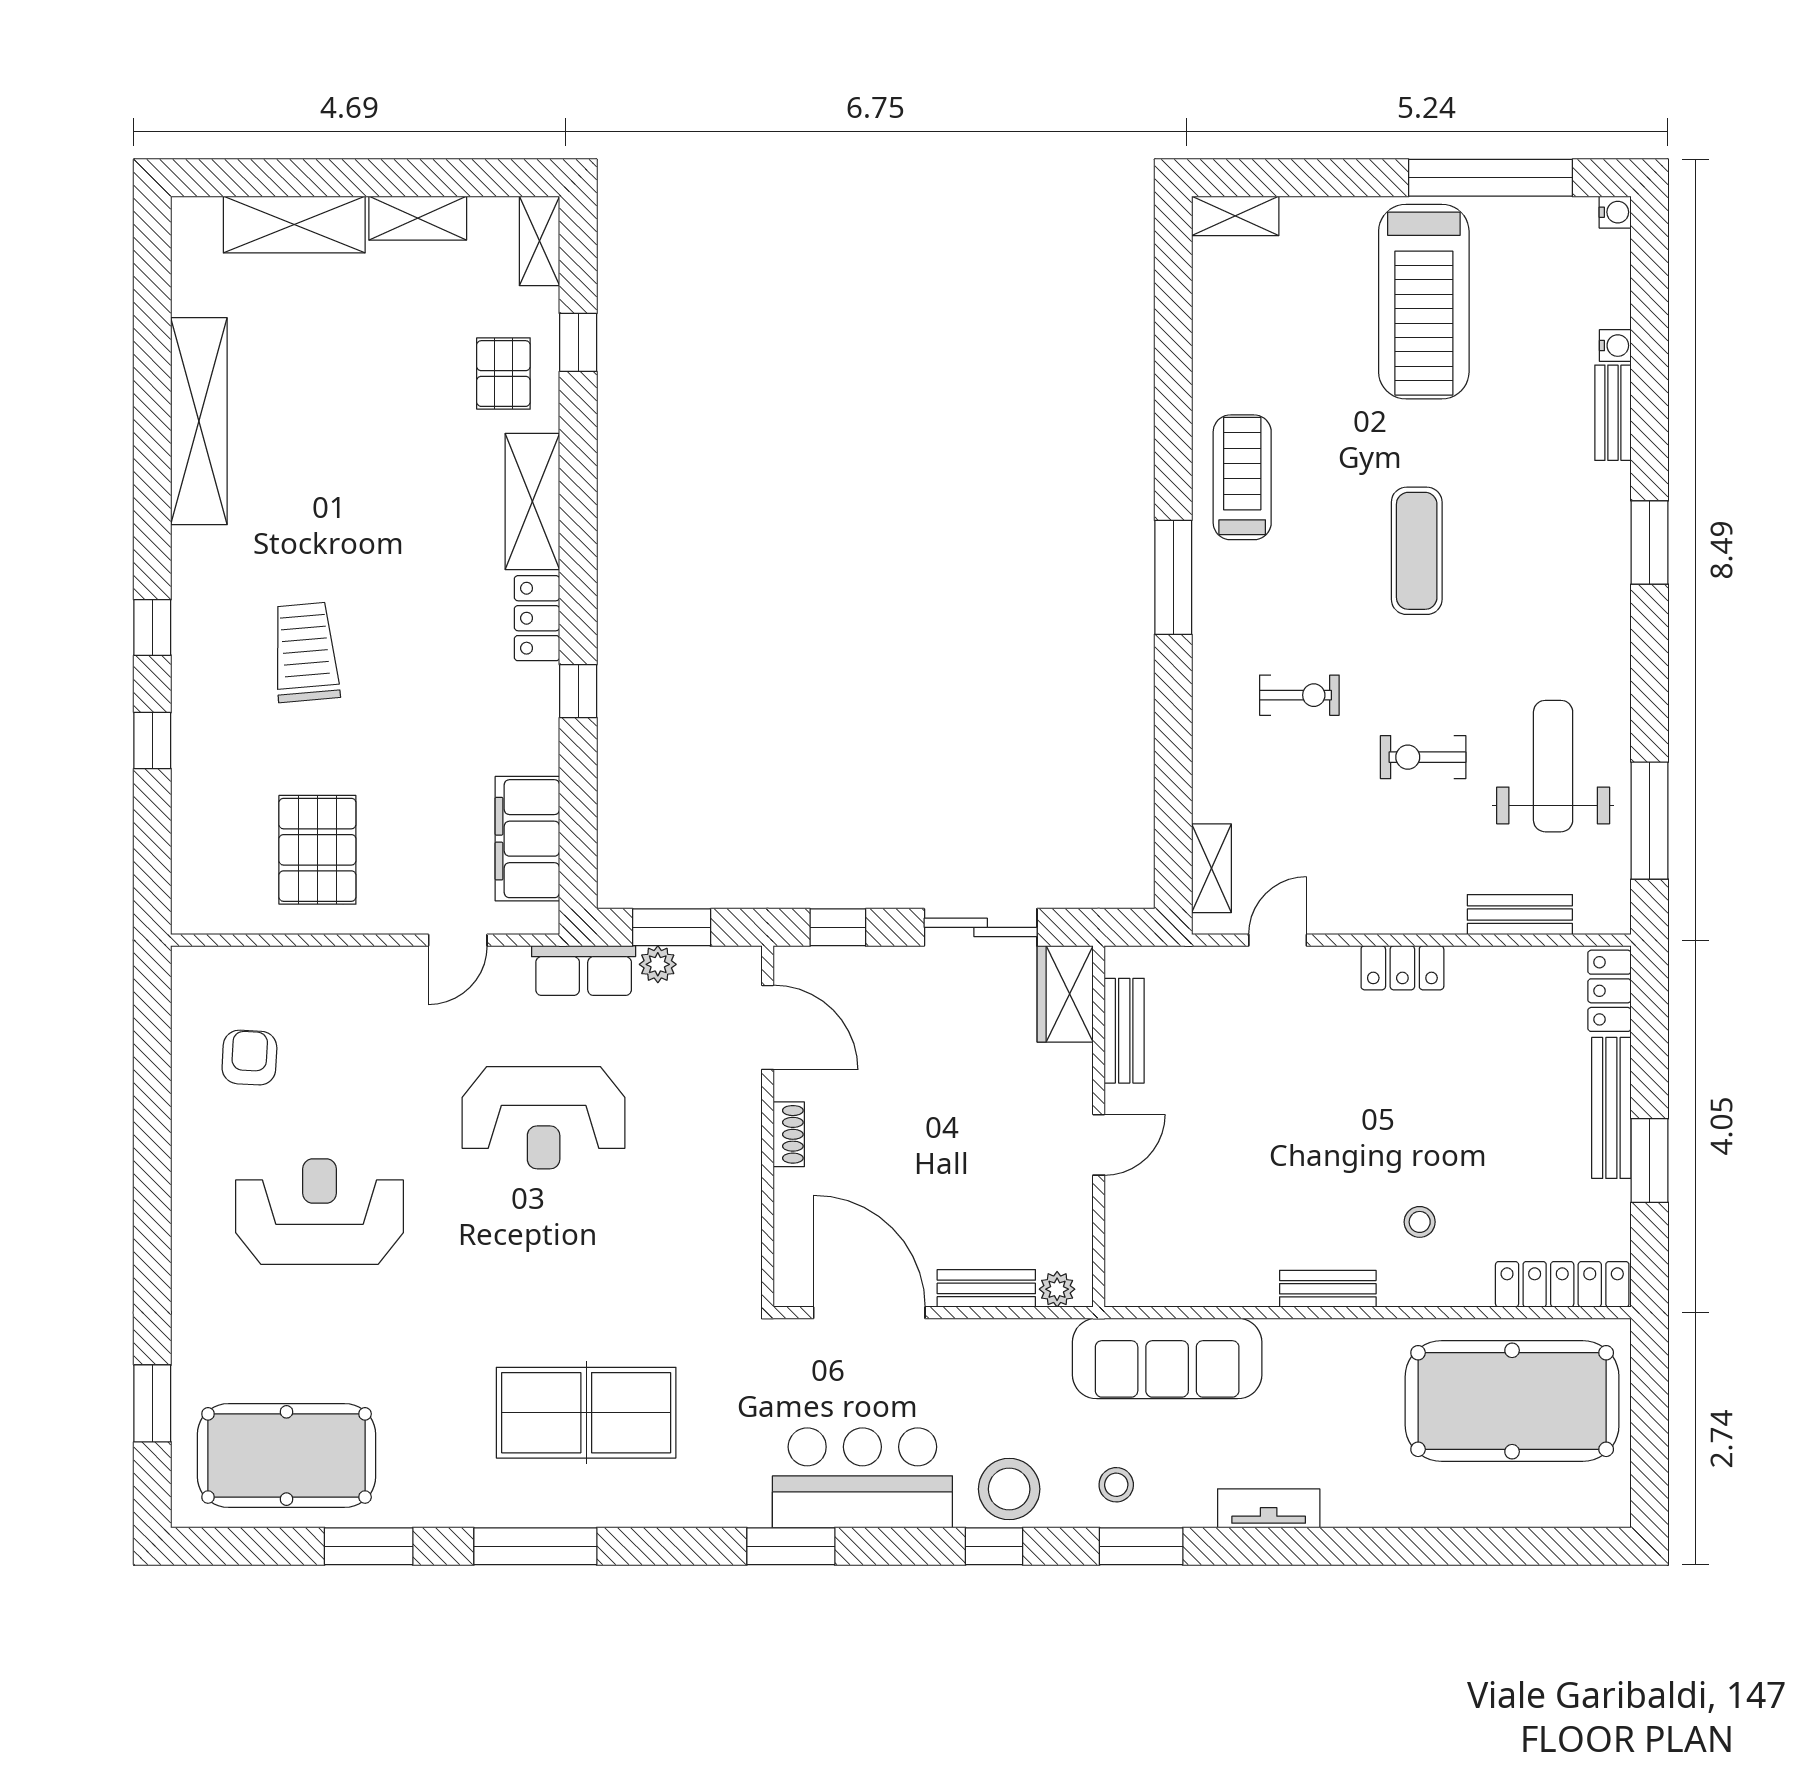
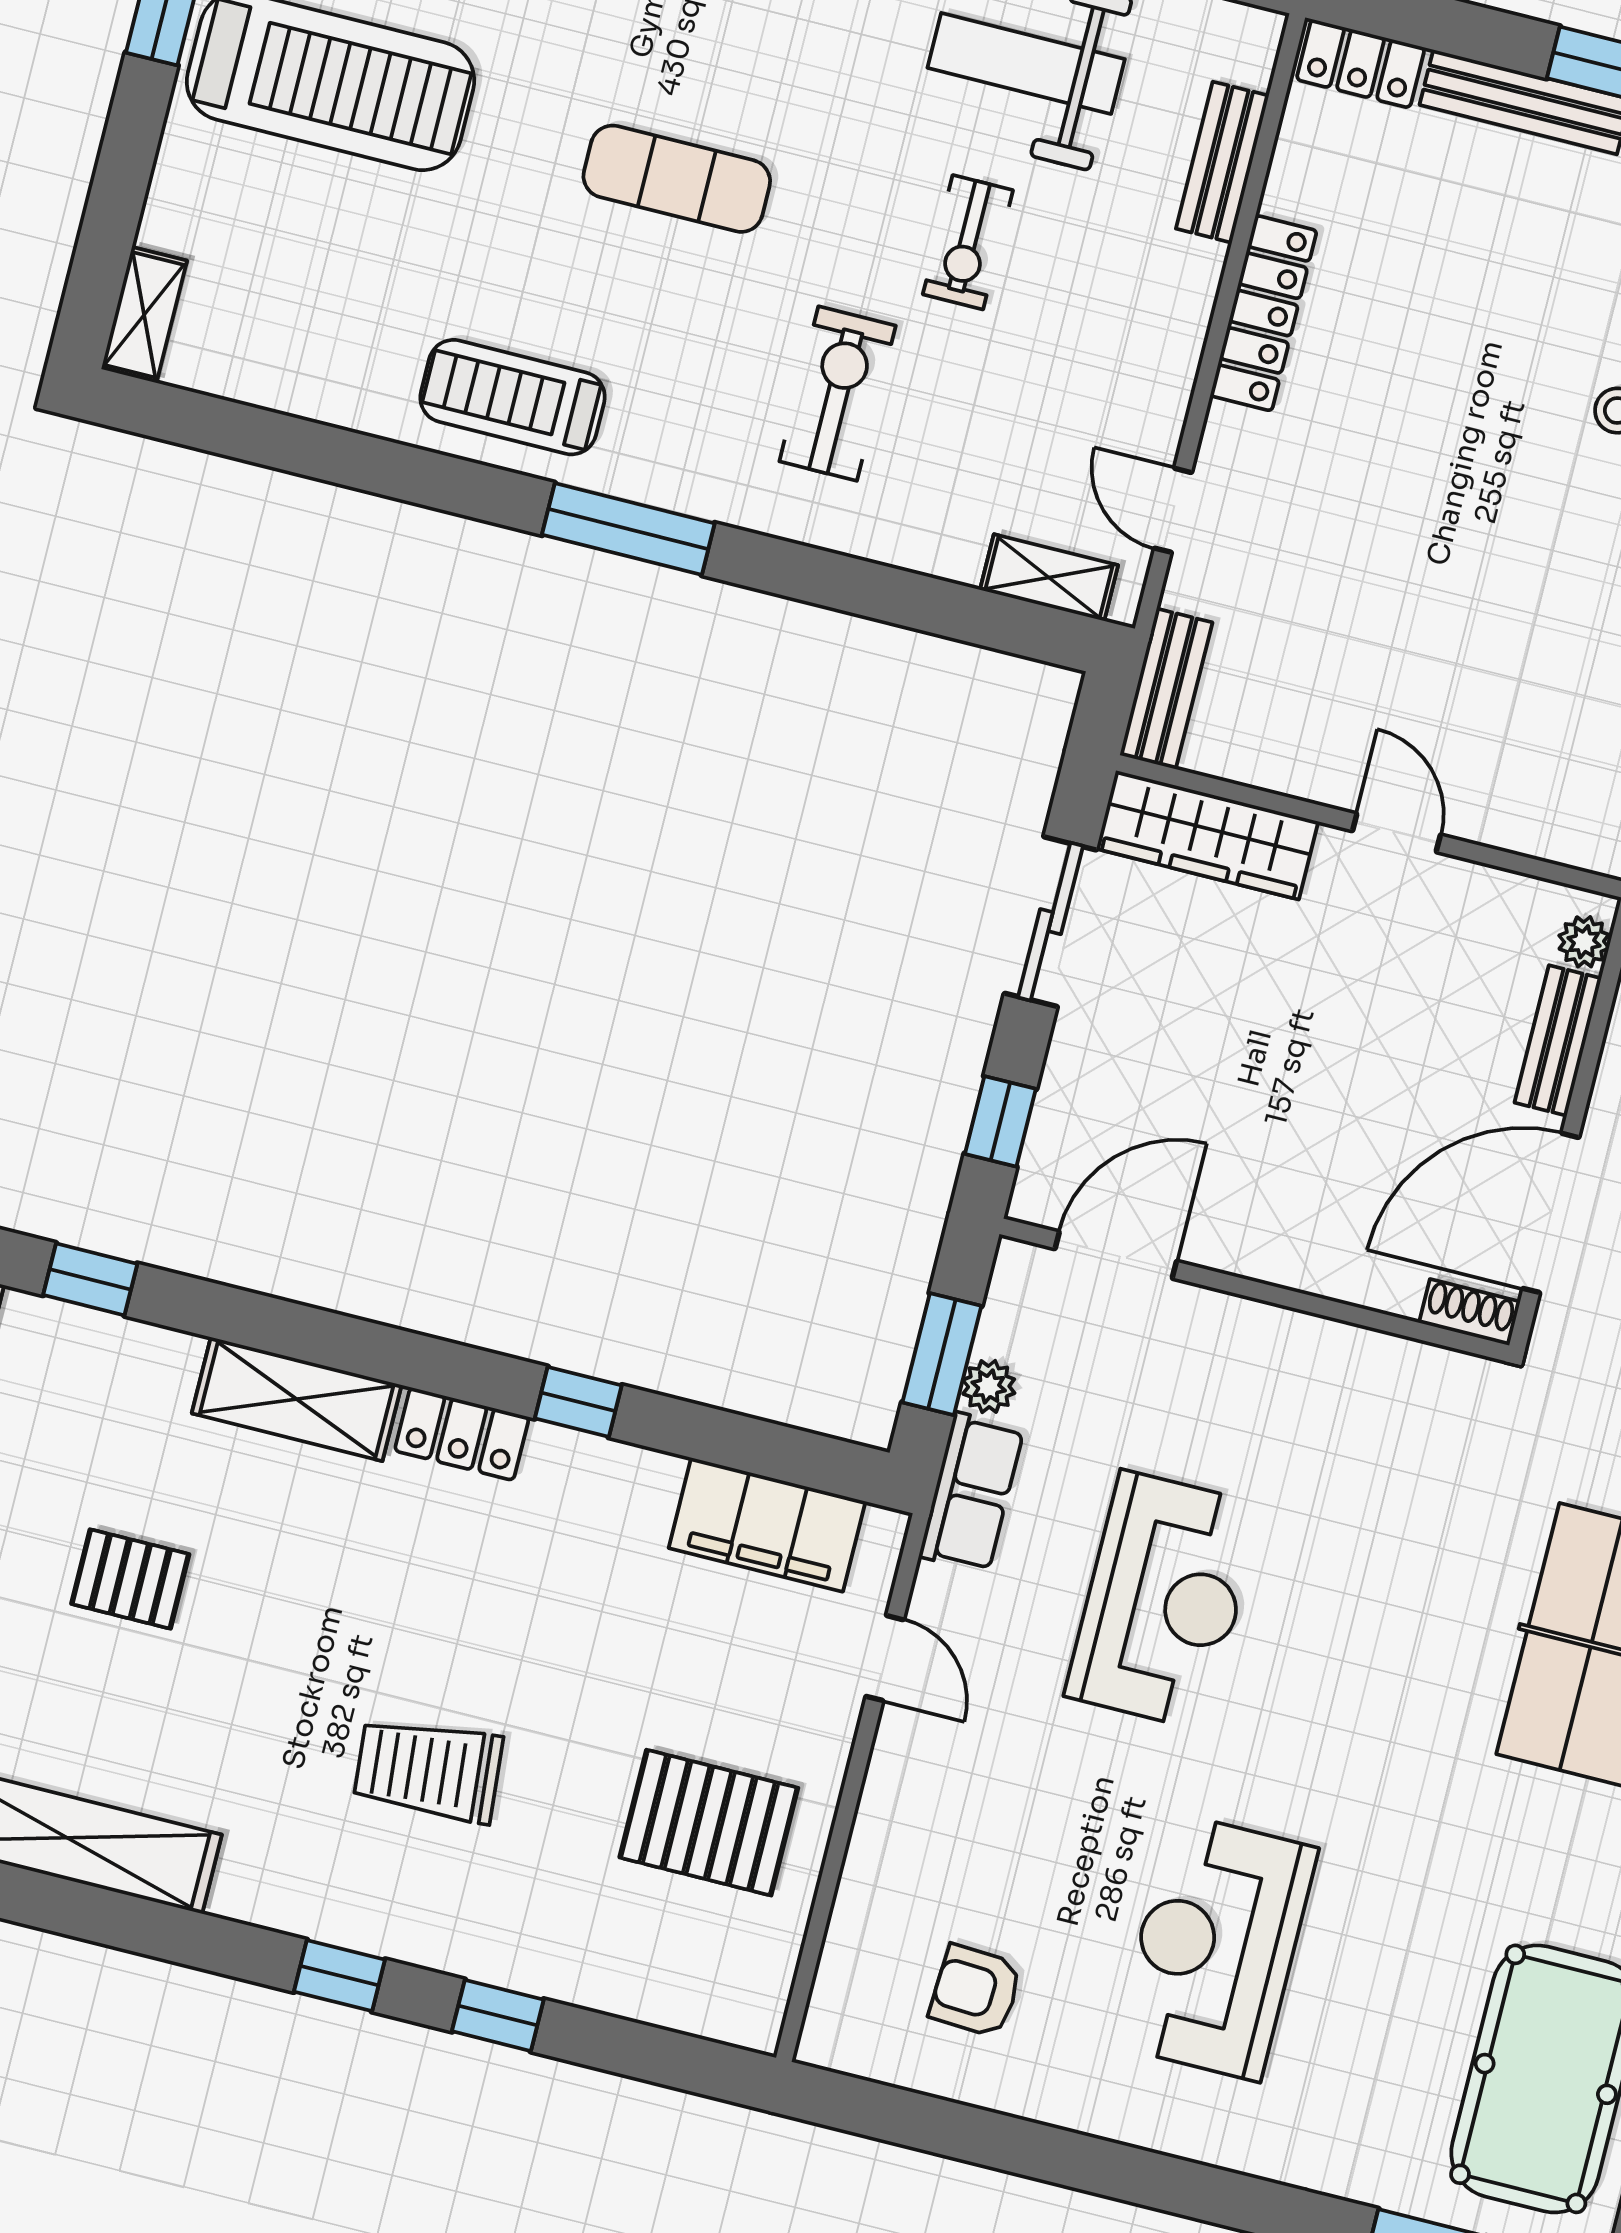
pallet: (503, 374) -> (130, 1579), moved
exercise bike: (1299, 695) -> (838, 394), width x1.38, depth x1.39
locker: (1402, 968) -> (1264, 313), width x1.53
wardrobe: (1065, 994) -> (1207, 835), width x1.50
bench: (1124, 1031) -> (1166, 689), moved, turned 90
shoe rack: (789, 1134) -> (1470, 1312), moved

